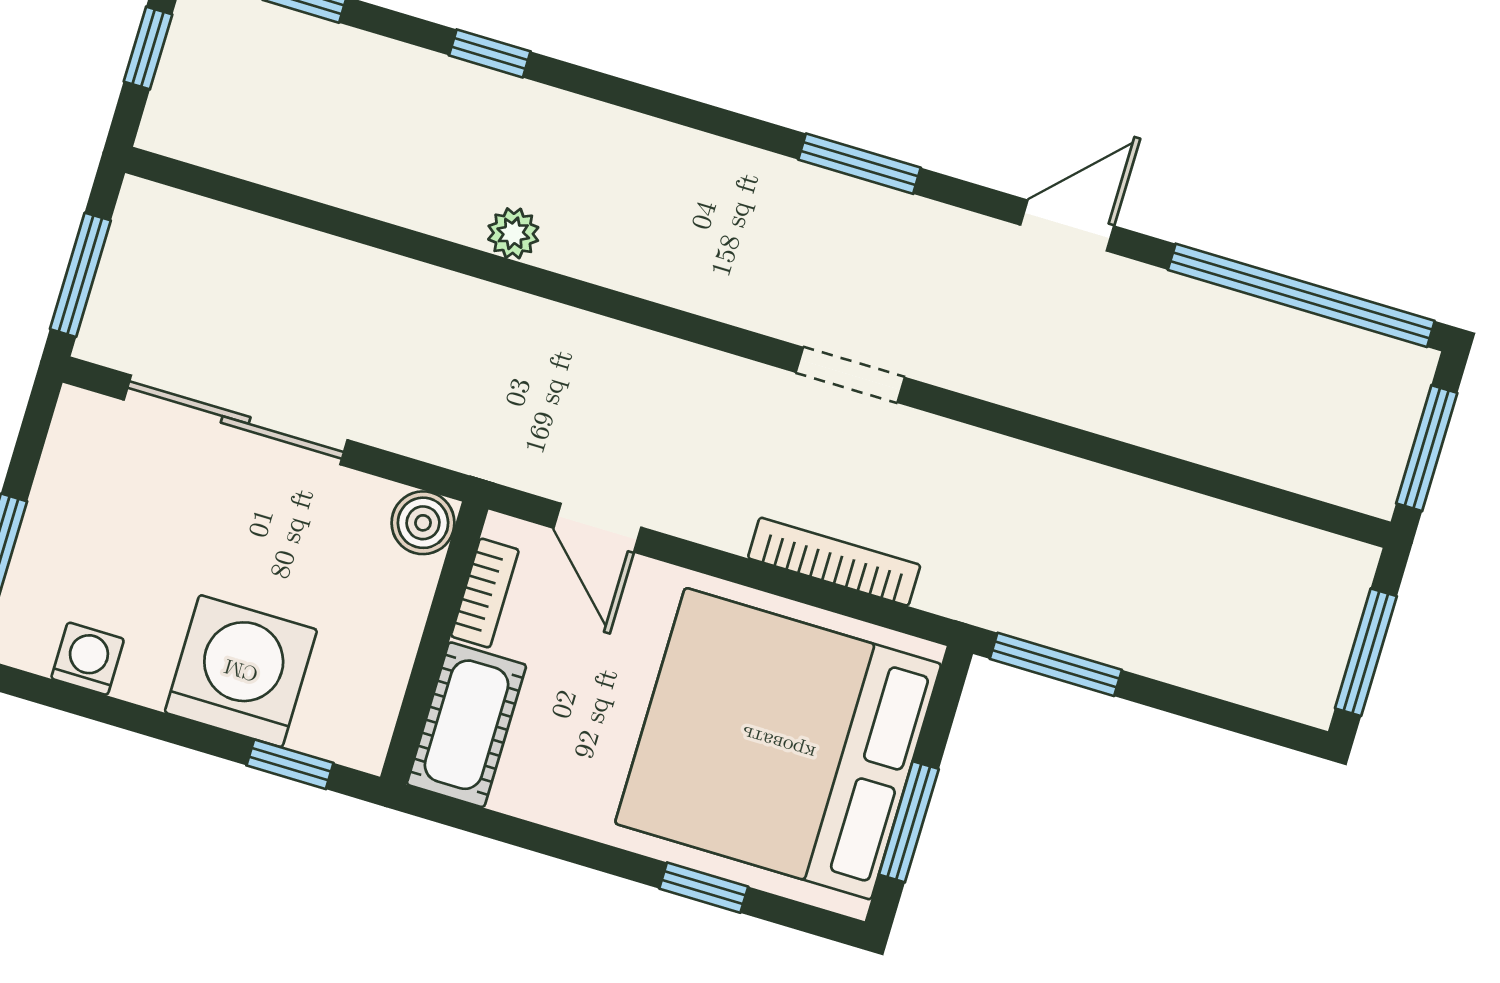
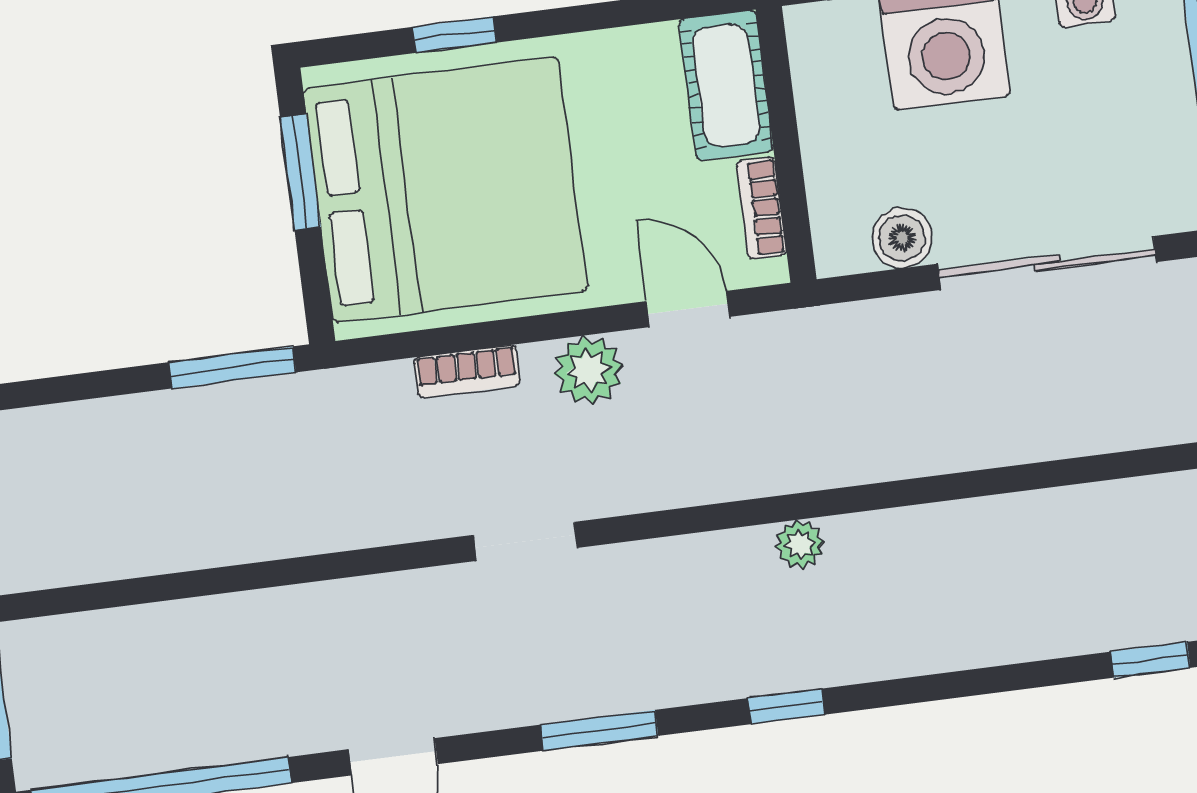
window: (490, 53) -> (786, 706), moved
plant: (513, 233) -> (800, 544), moved
plant: (718, 511) -> (589, 370), added
boiler: (423, 523) -> (902, 238), moved
bookcase: (834, 562) -> (467, 371), width x0.64

